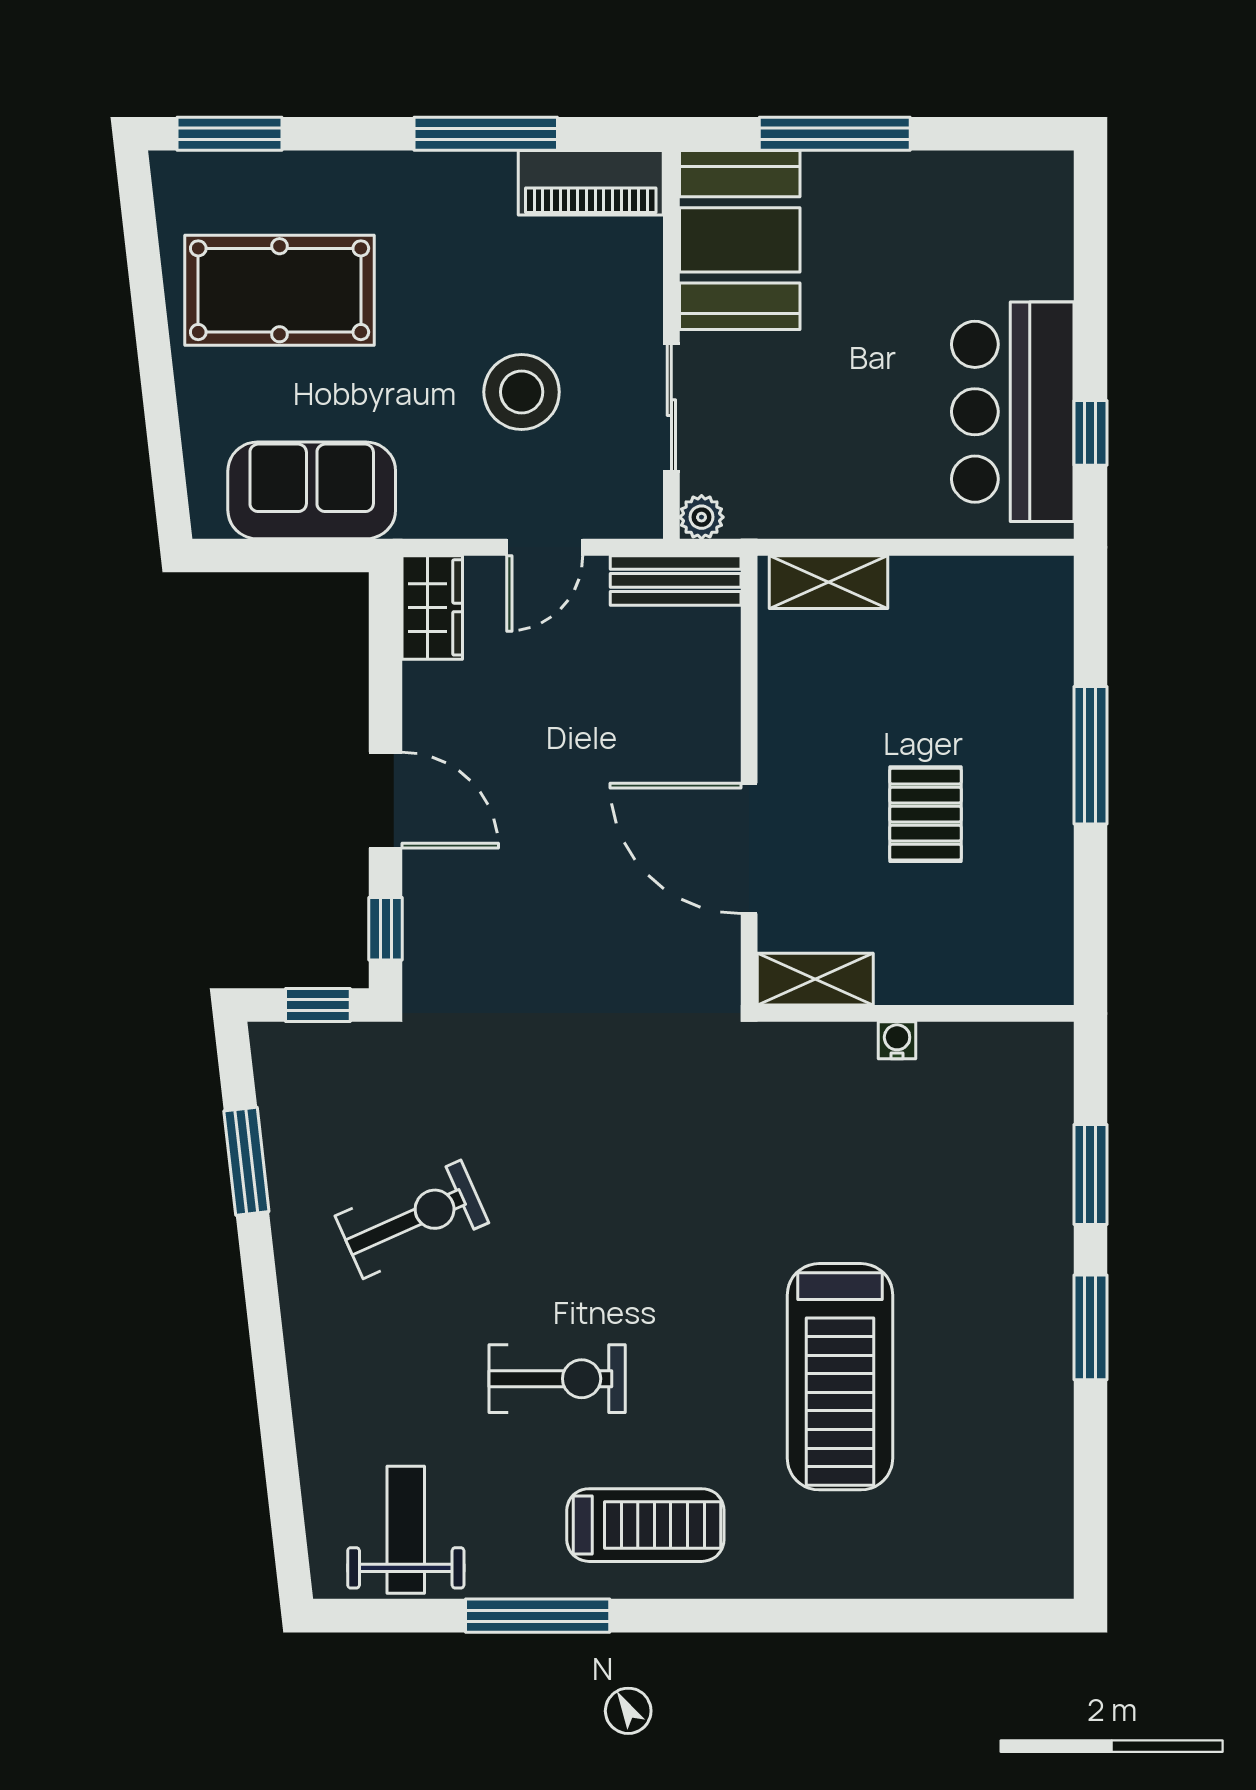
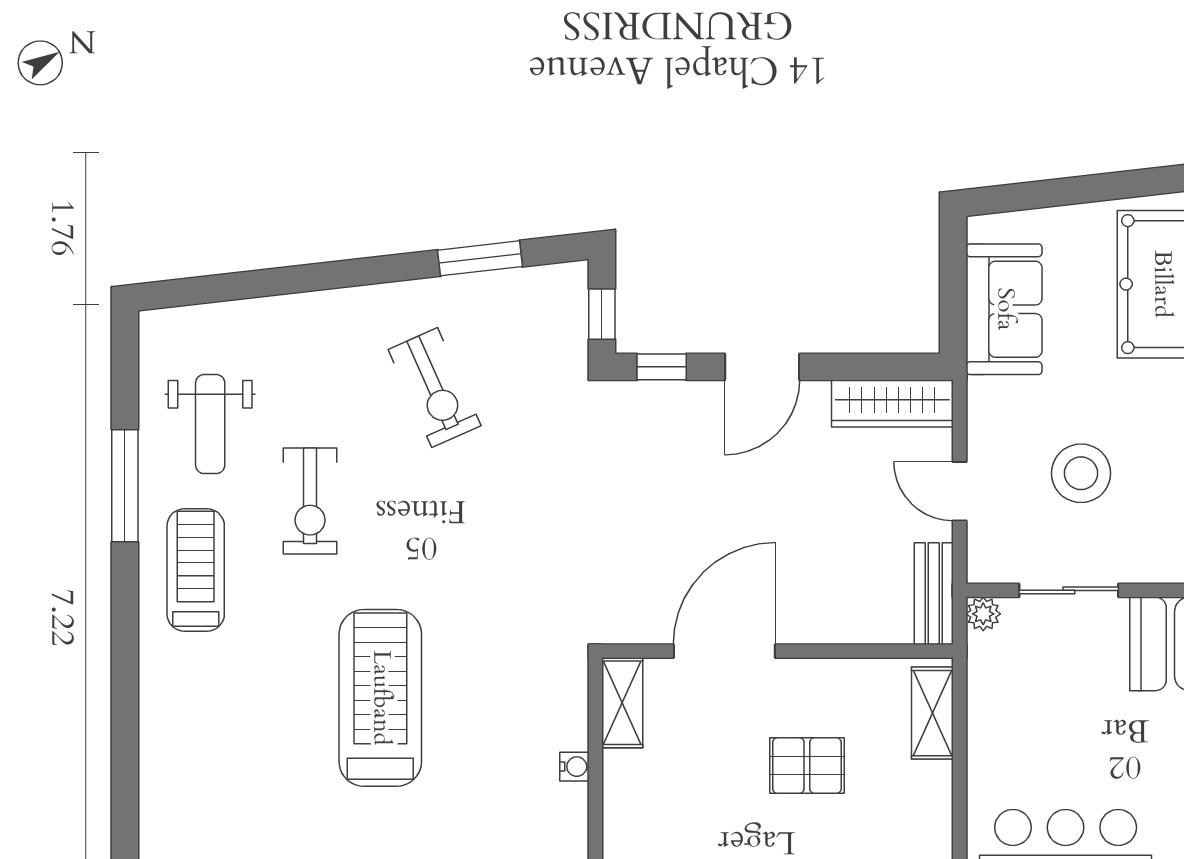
wardrobe: (432, 607) -> (892, 404), width x1.50
pallet: (926, 814) -> (807, 766), moved
treadmill: (840, 1377) -> (380, 698), moved, turned 90
treadmill: (645, 1525) -> (196, 570), turned 180
weight bench: (406, 1530) -> (210, 424), moved, turned 90

